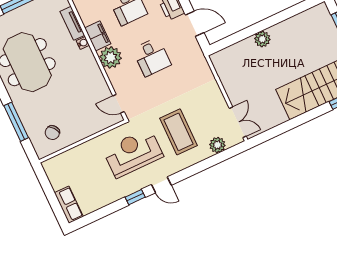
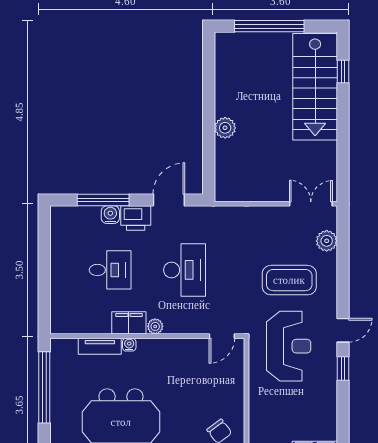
plant: (111, 57) -> (155, 326), width x0.53, depth x0.53
desk: (152, 57) -> (184, 270), width x1.37
reception desk: (133, 153) -> (289, 346), turned 180

